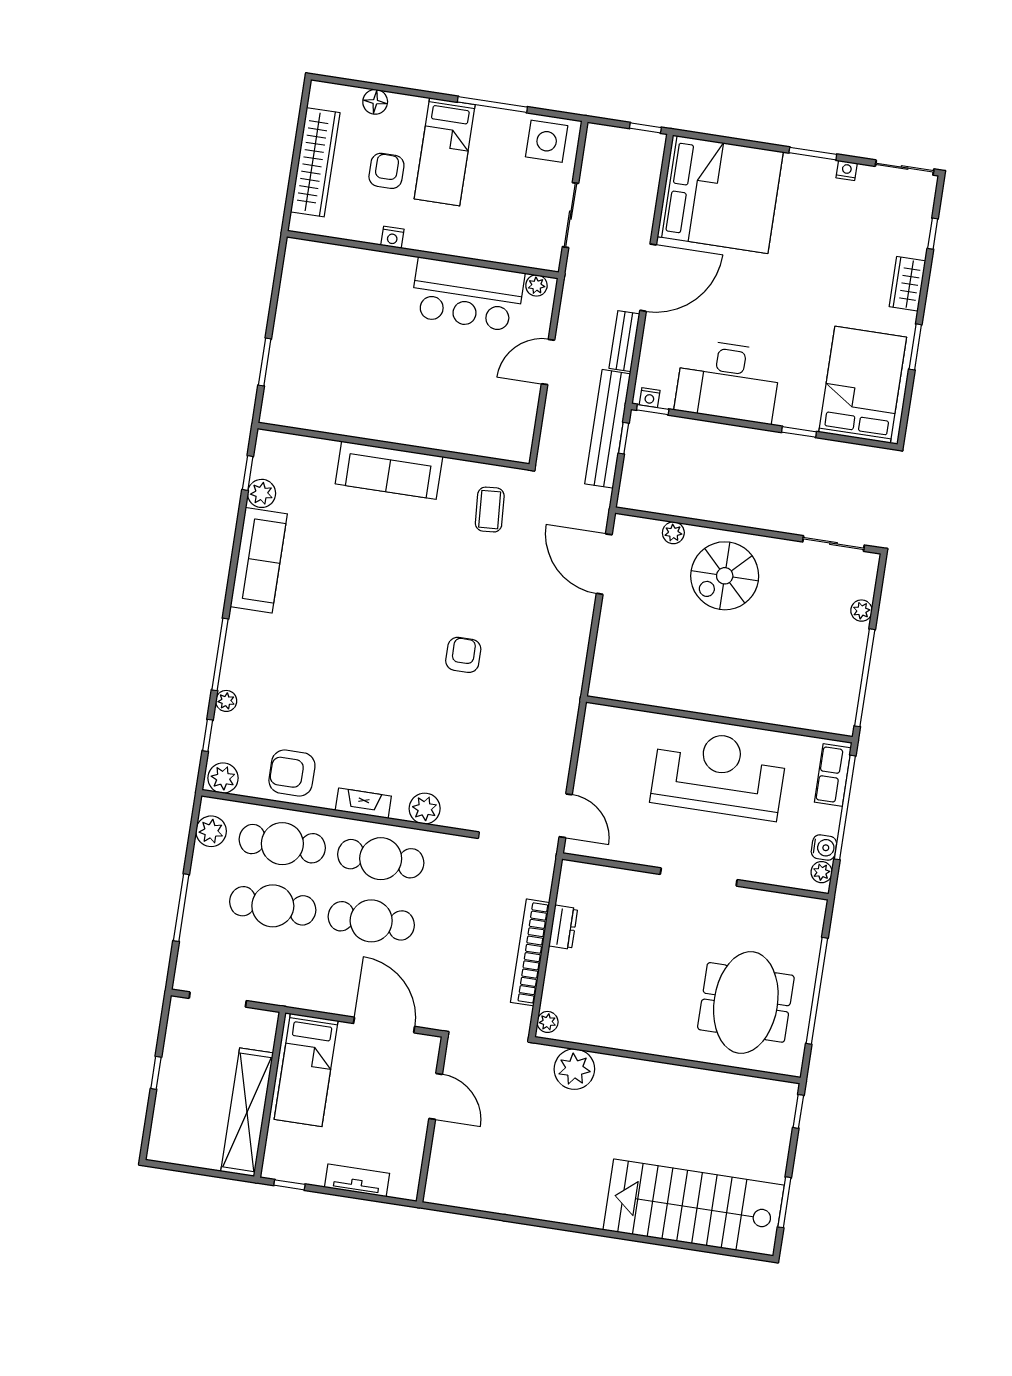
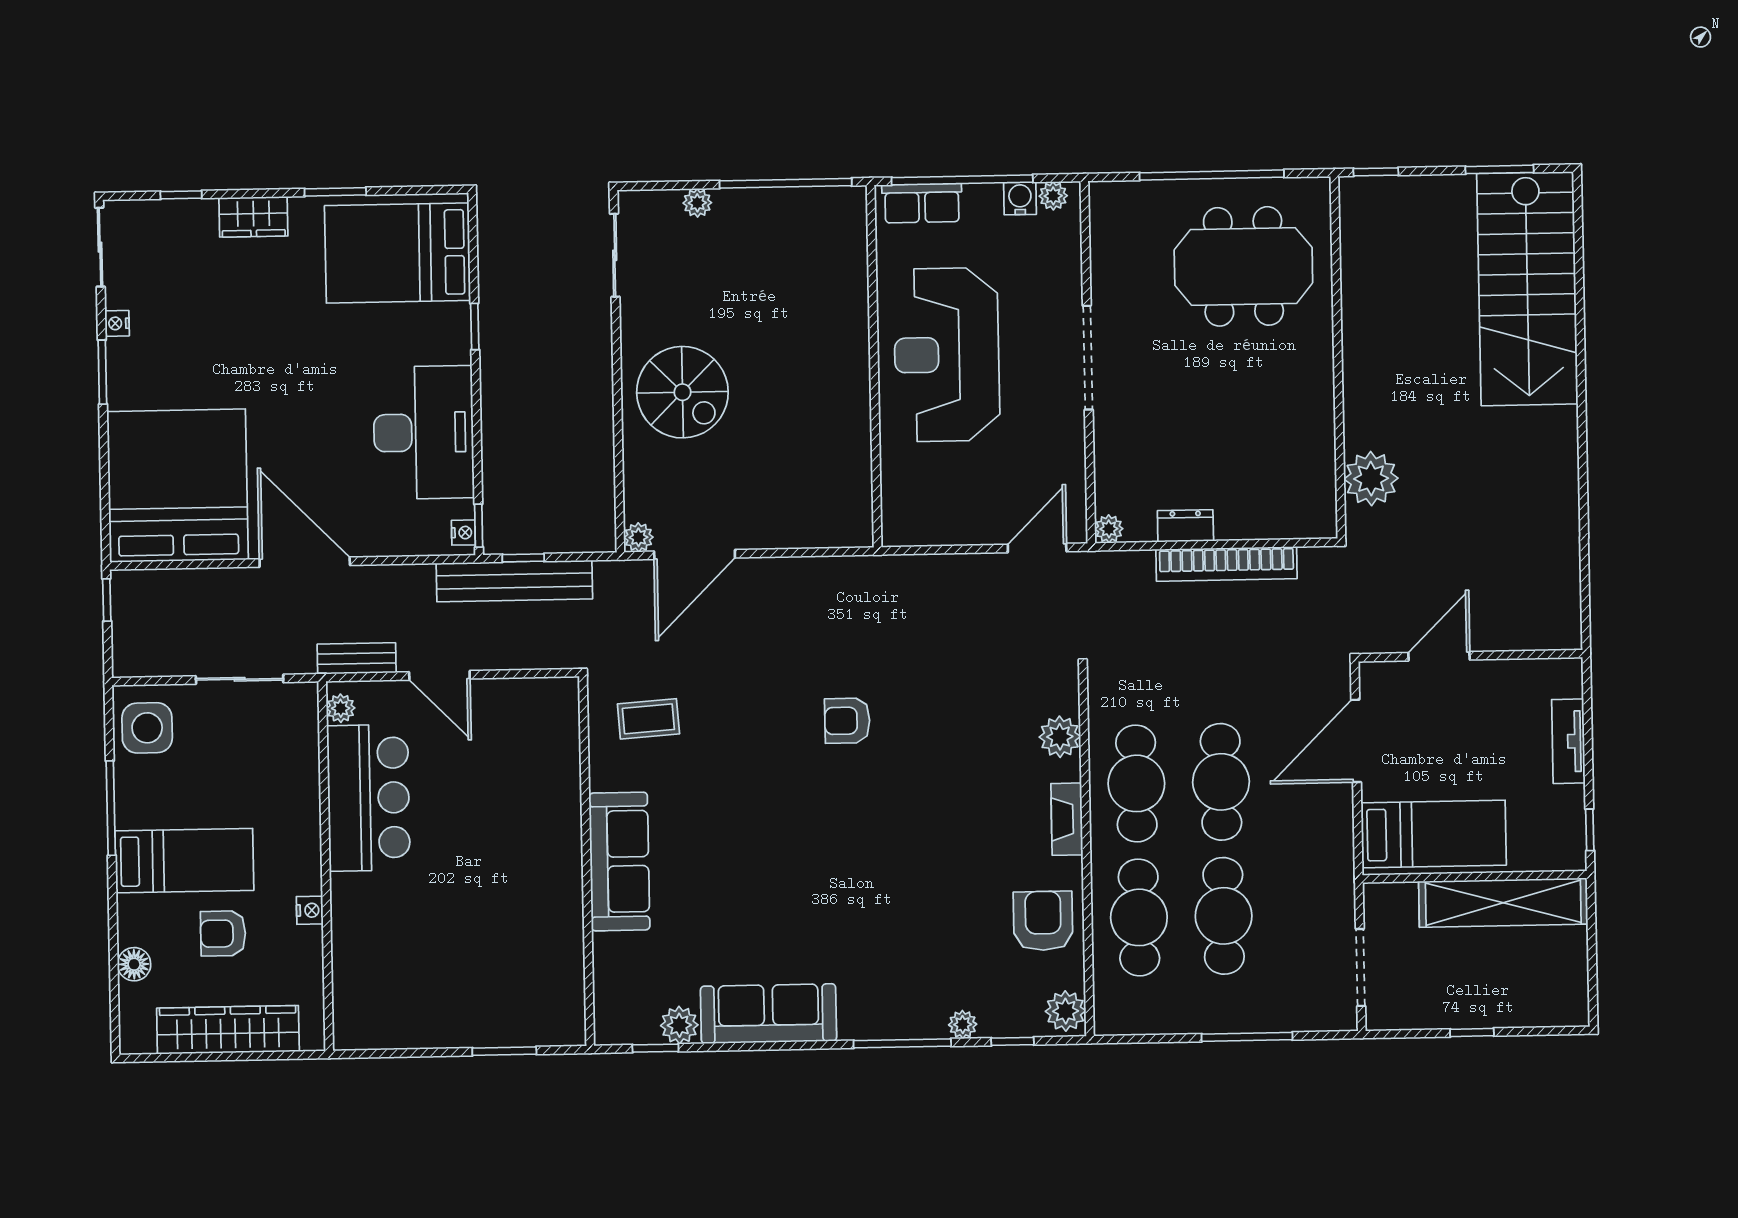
bench: (624, 341) -> (357, 658), moved
plant: (673, 533) -> (638, 537), moved
armchair: (292, 773) -> (1043, 921), turned 180
plant: (211, 831) -> (1139, 1015), removed
plant: (548, 1022) -> (1109, 529), moved

